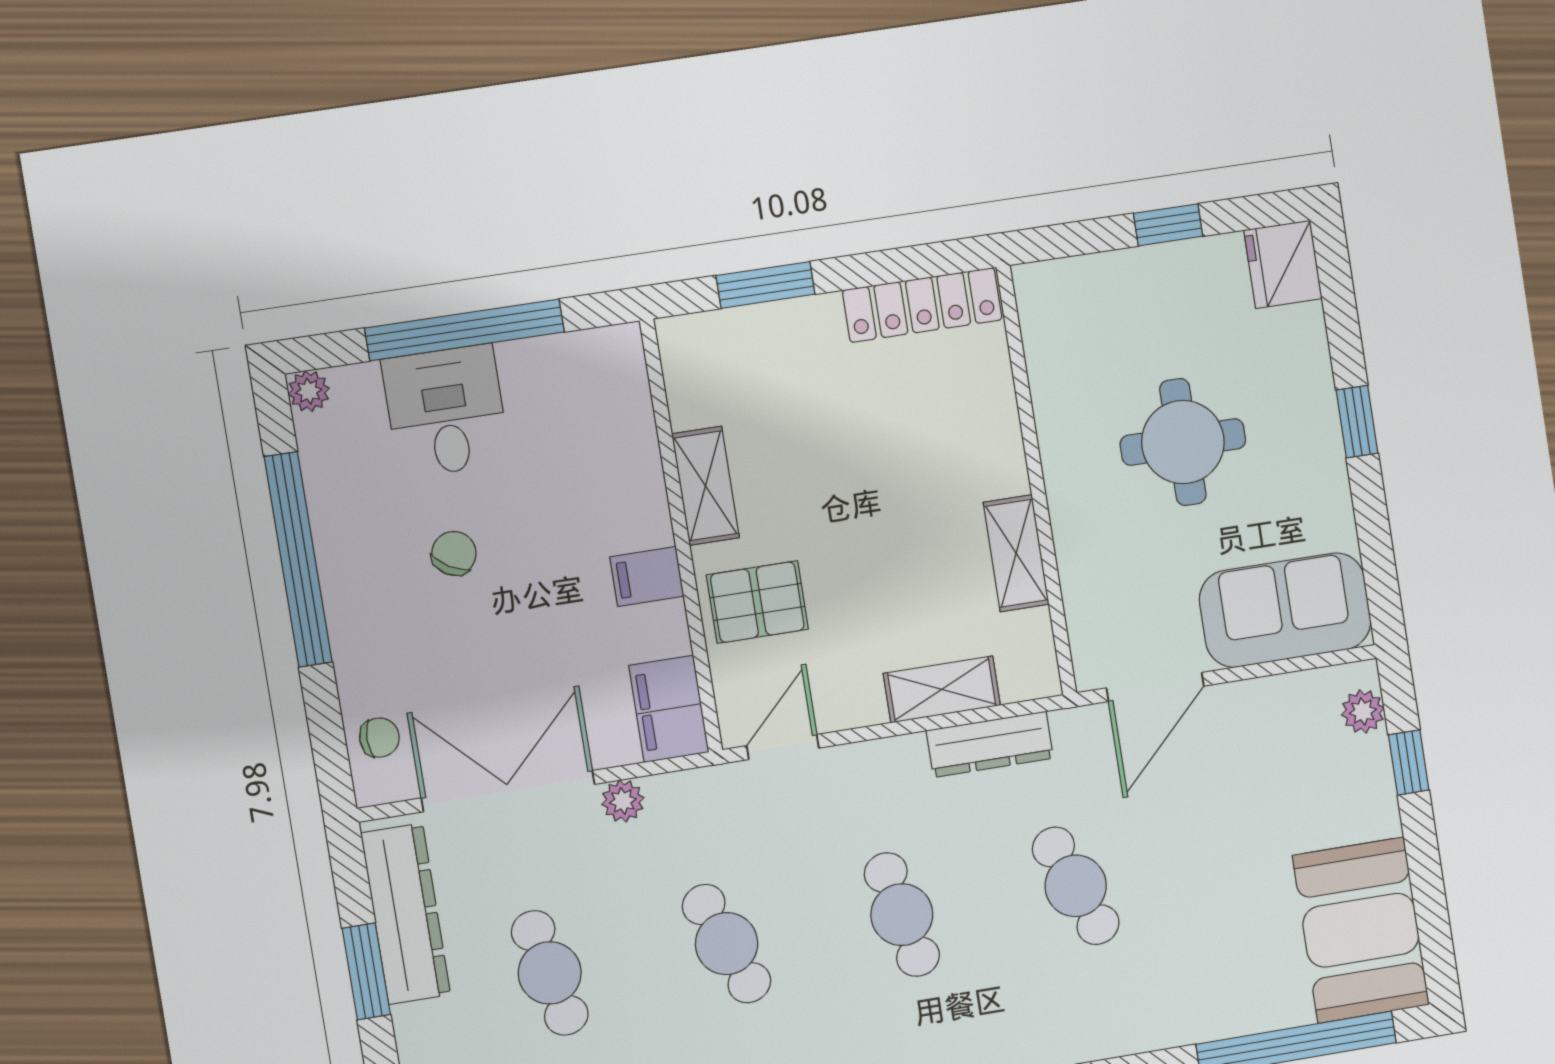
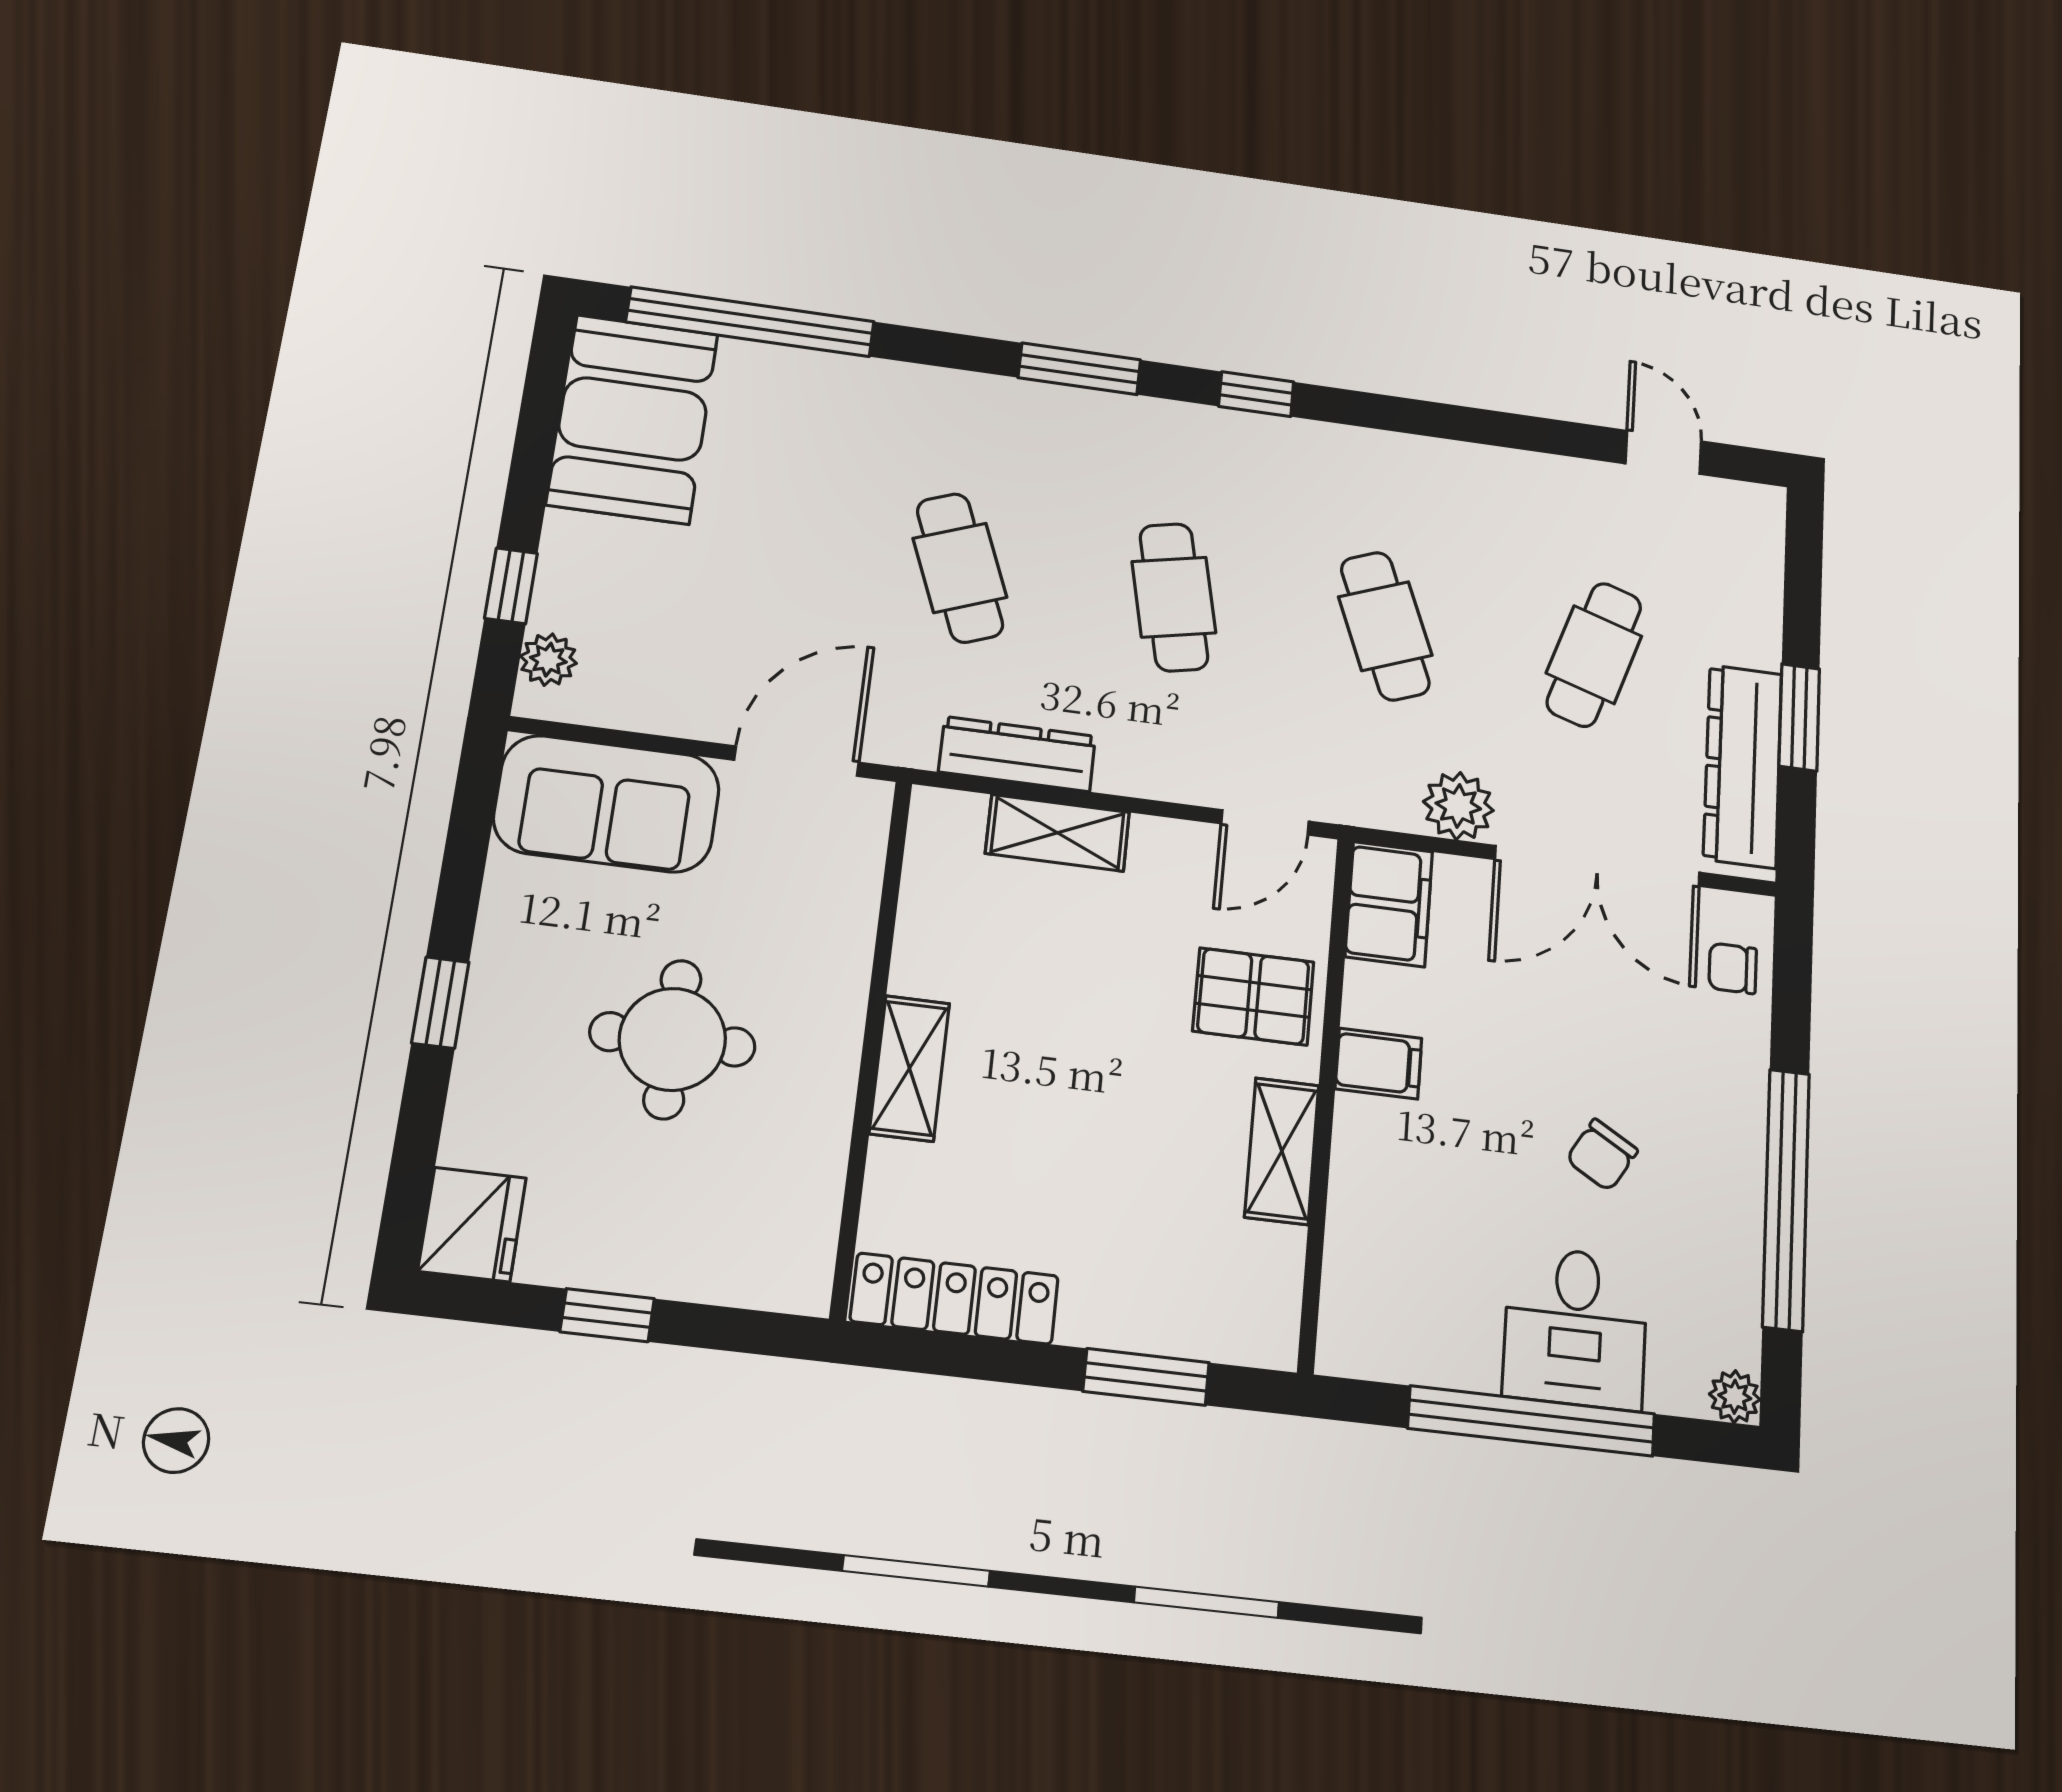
shelving: (1016, 553) -> (910, 1068), moved
plant: (623, 801) -> (1458, 806), width x1.38, depth x1.38
cafe table: (550, 973) -> (1594, 655), turned 30

